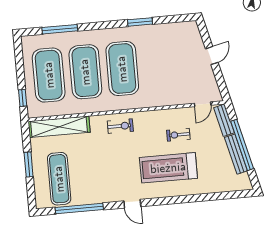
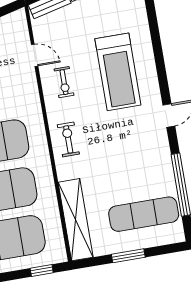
door: (203, 104) -> (35, 55), moved
exercise bike: (178, 135) -> (64, 82), moved

